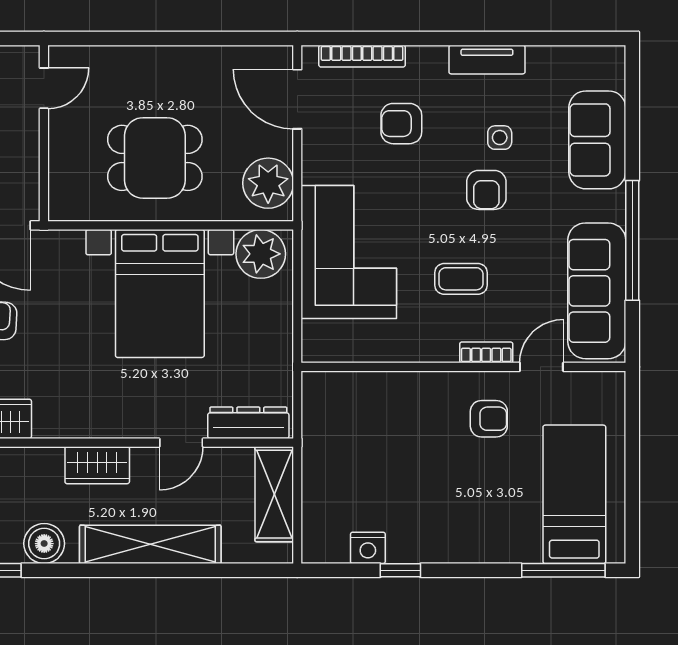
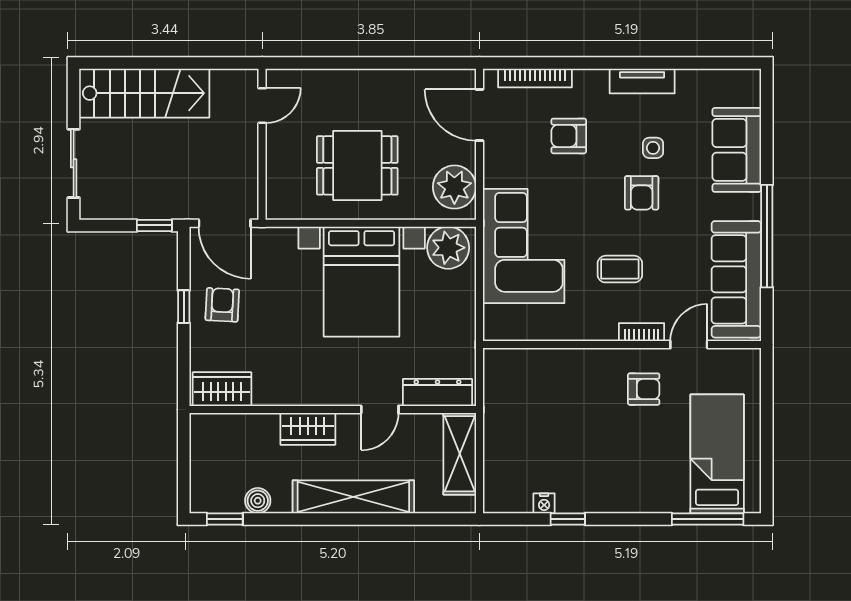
boiler: (44, 544) -> (258, 501), width x0.73, depth x0.73
nightstand: (368, 548) -> (544, 503), width x0.72, depth x0.74

